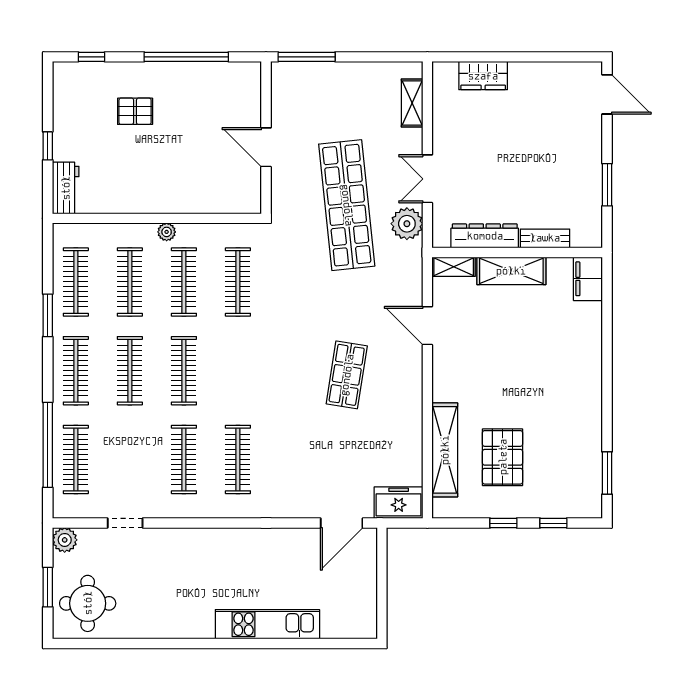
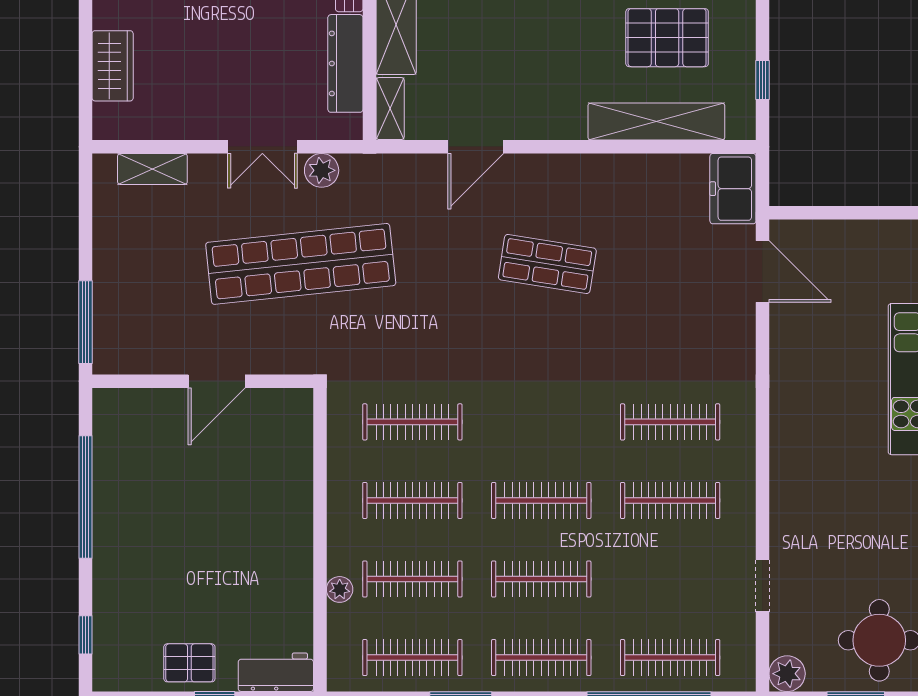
pallet: (135, 111) -> (189, 663), moved, turned 90
plant: (407, 224) -> (322, 170), width x0.73, depth x0.73
plant: (167, 232) -> (340, 589), moved
window: (503, 523) -> (762, 80), moved

